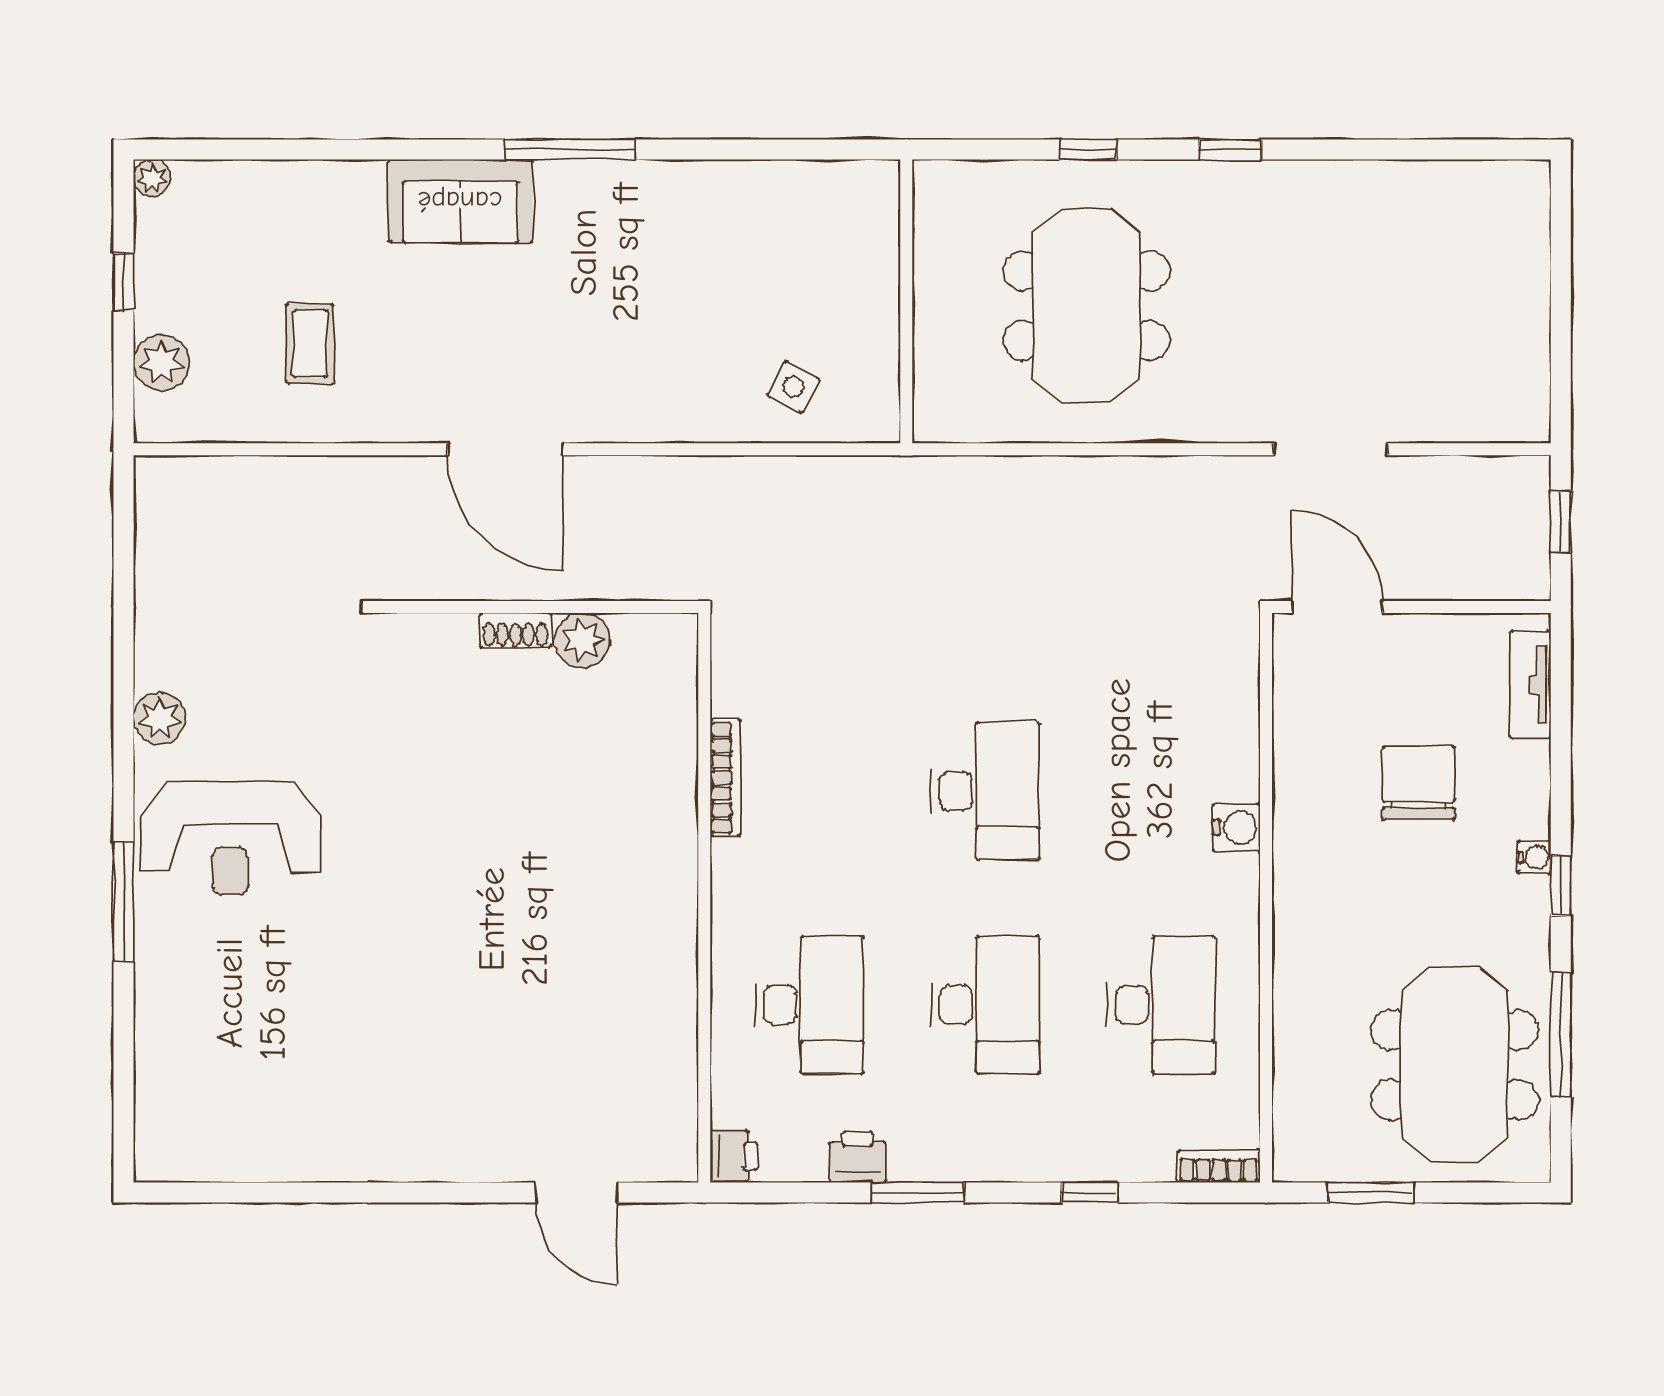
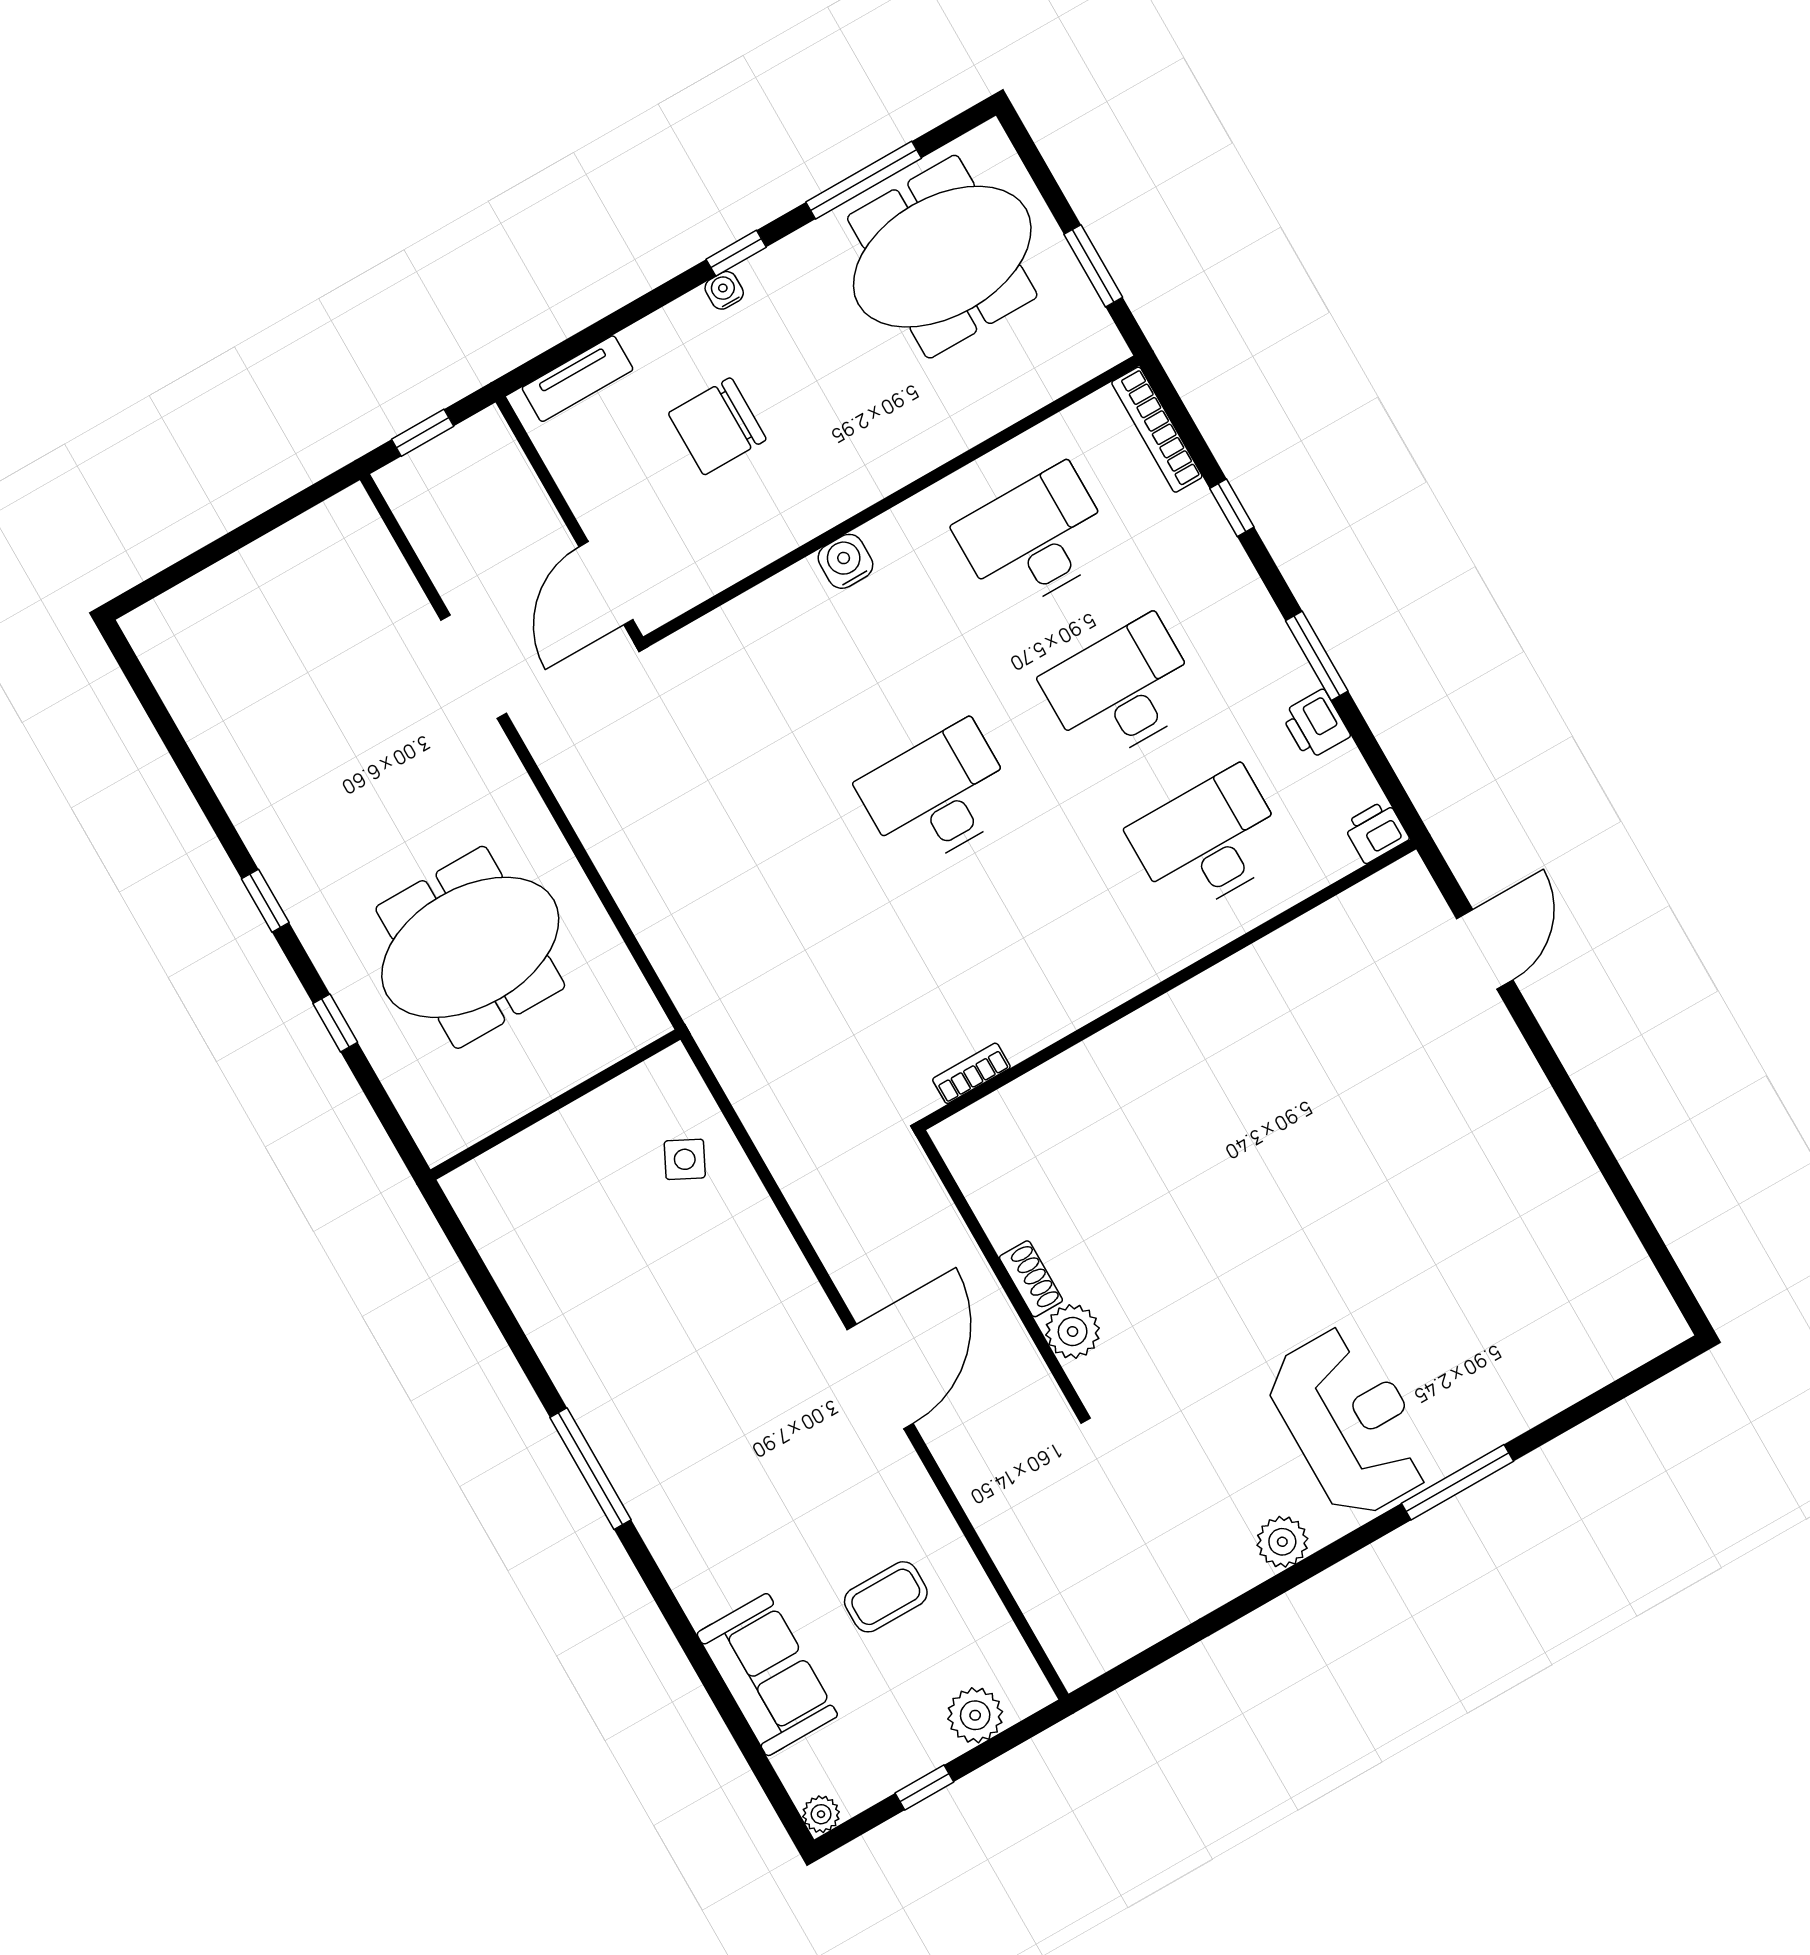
sofa: (460, 201) -> (767, 1675), moved
plant: (582, 640) -> (1073, 1331), moved
bookcase: (725, 778) -> (971, 1073), moved, width x0.64
bookcase: (1219, 1166) -> (1157, 430), width x1.56

